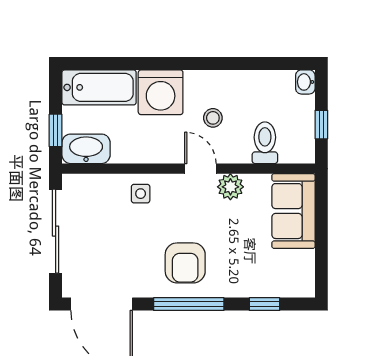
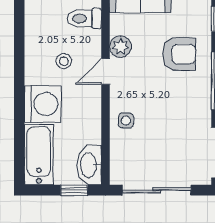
armchair: (185, 263) -> (179, 54), moved

